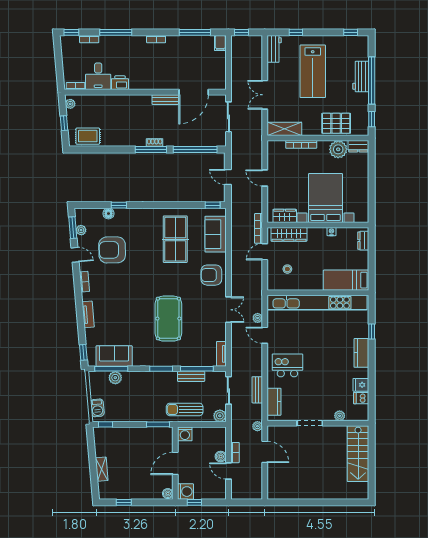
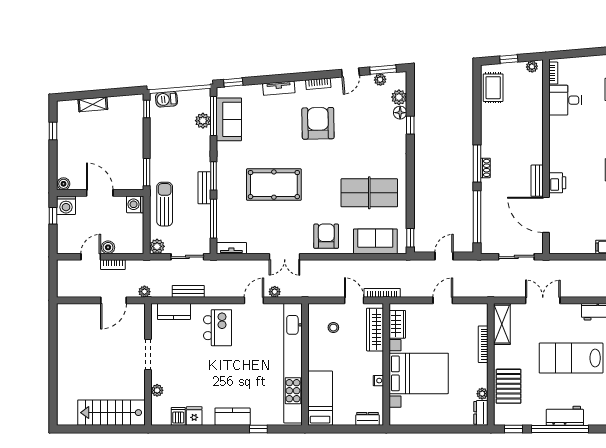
printer: (120, 83) -> (557, 183), moved
plant: (338, 149) -> (482, 394), width x0.53, depth x0.53
plant: (96, 214) -> (399, 97), added
armchair: (112, 250) -> (318, 123), moved
bench: (191, 376) -> (204, 188), moved

